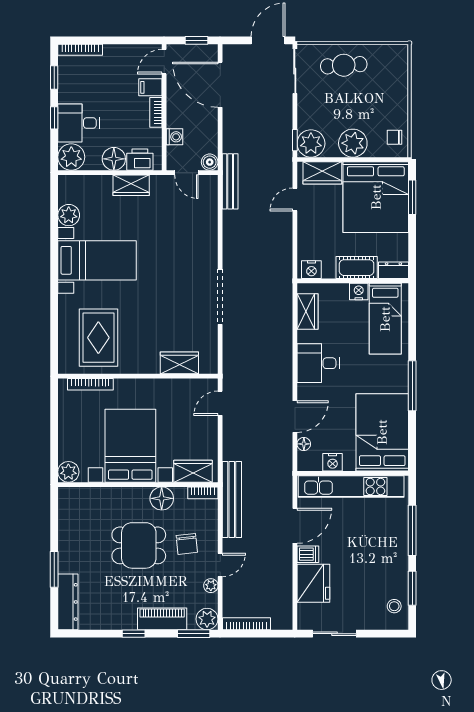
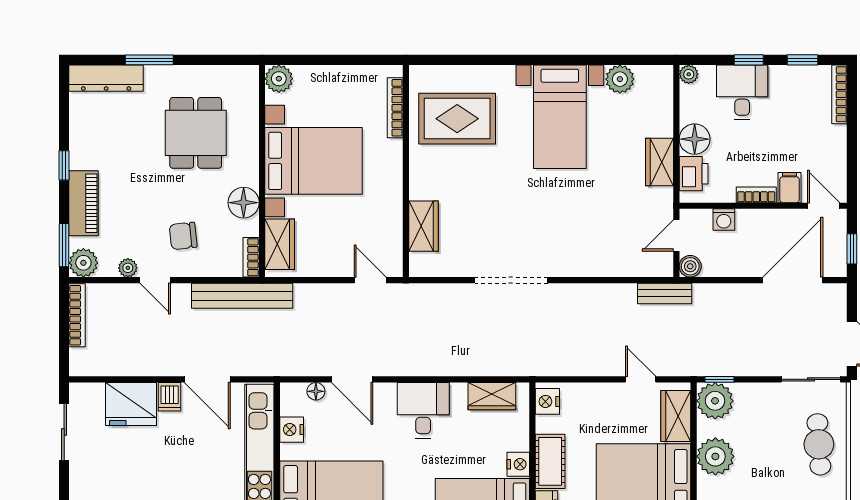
plant: (71, 157) -> (689, 74), width x0.53, depth x0.53
bench: (230, 181) -> (665, 293), width x0.73
dining table: (139, 545) -> (196, 133), moved

